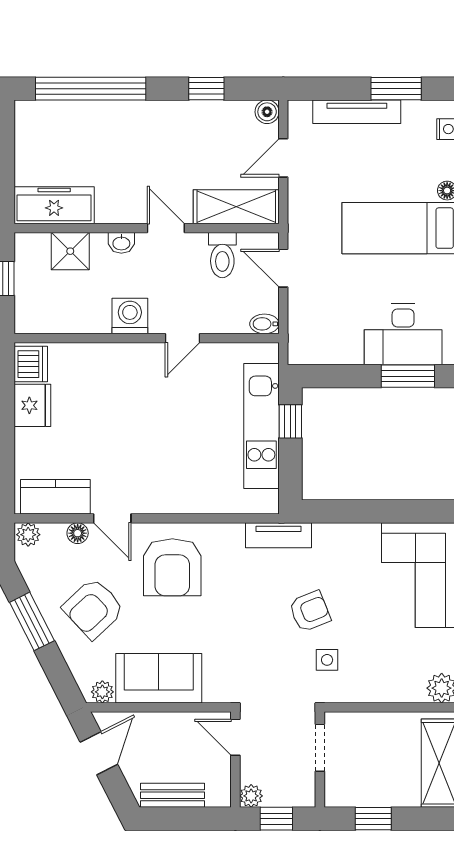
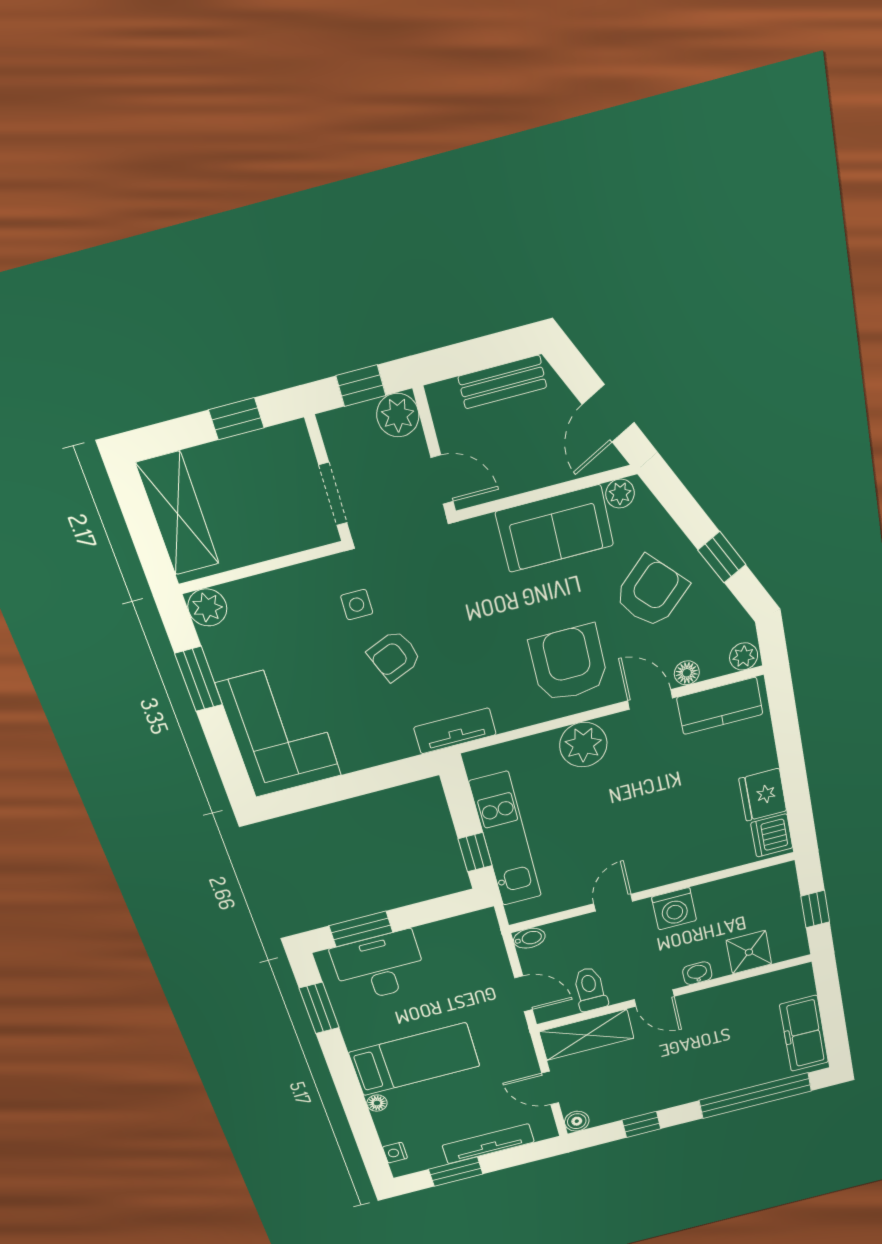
door: (283, 158) -> (550, 1088), swing flipped
freezer: (54, 205) -> (804, 1034), moved, turned 90
plant: (176, 494) -> (583, 745), added
window: (32, 621) -> (722, 557), width x0.67
plant: (251, 796) -> (398, 415), width x1.38, depth x1.38

